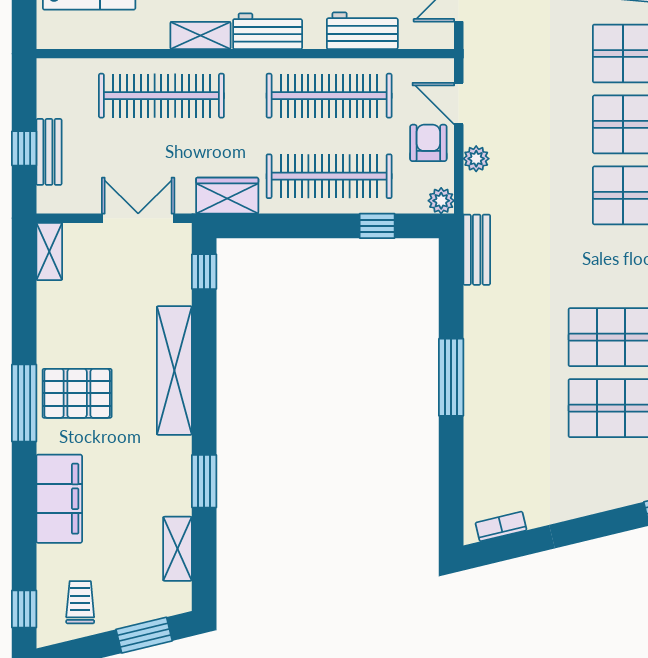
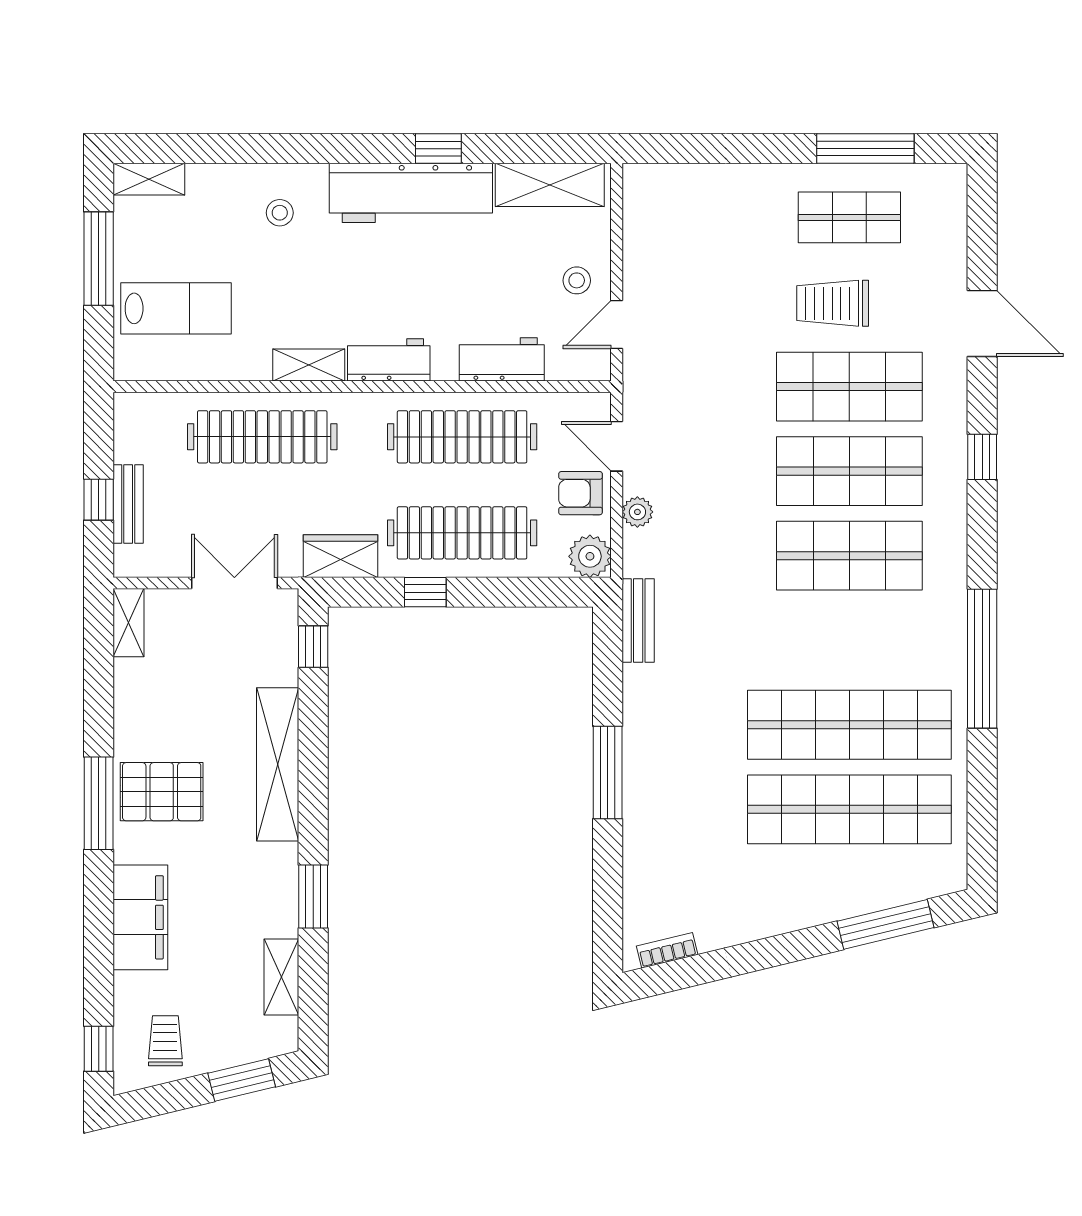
armchair: (428, 143) -> (580, 493), turned -90
plant: (441, 201) -> (590, 556), width x1.38, depth x1.38
window: (377, 226) -> (425, 592), moved

